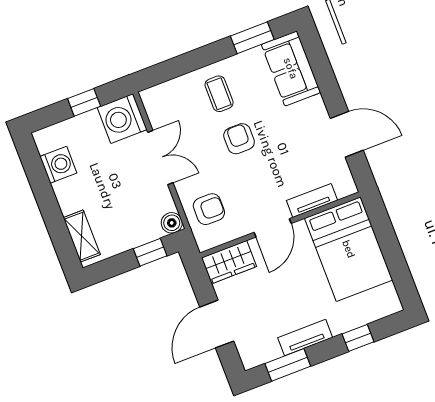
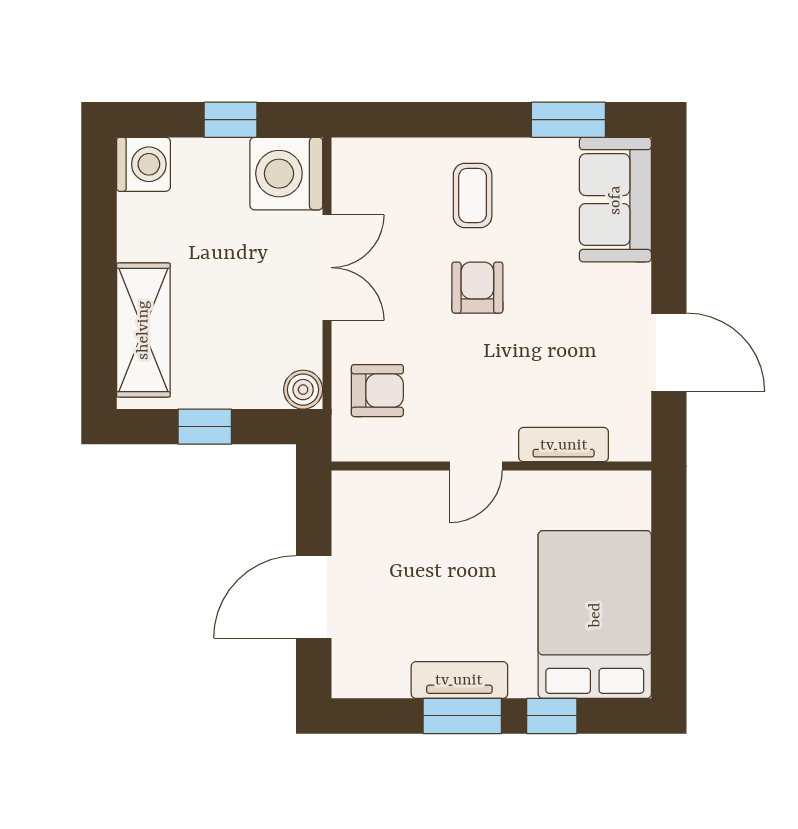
washing machine: (58, 165) -> (143, 164), moved
door: (273, 228) -> (476, 466), width x0.73
shelving: (82, 236) -> (143, 330), width x1.50, depth x1.33
bed: (349, 249) -> (595, 615), moved, turned 180
window: (150, 252) -> (205, 427), moved
wardrobe: (229, 262) -> (377, 497), removed
window: (288, 365) -> (462, 716), moved

